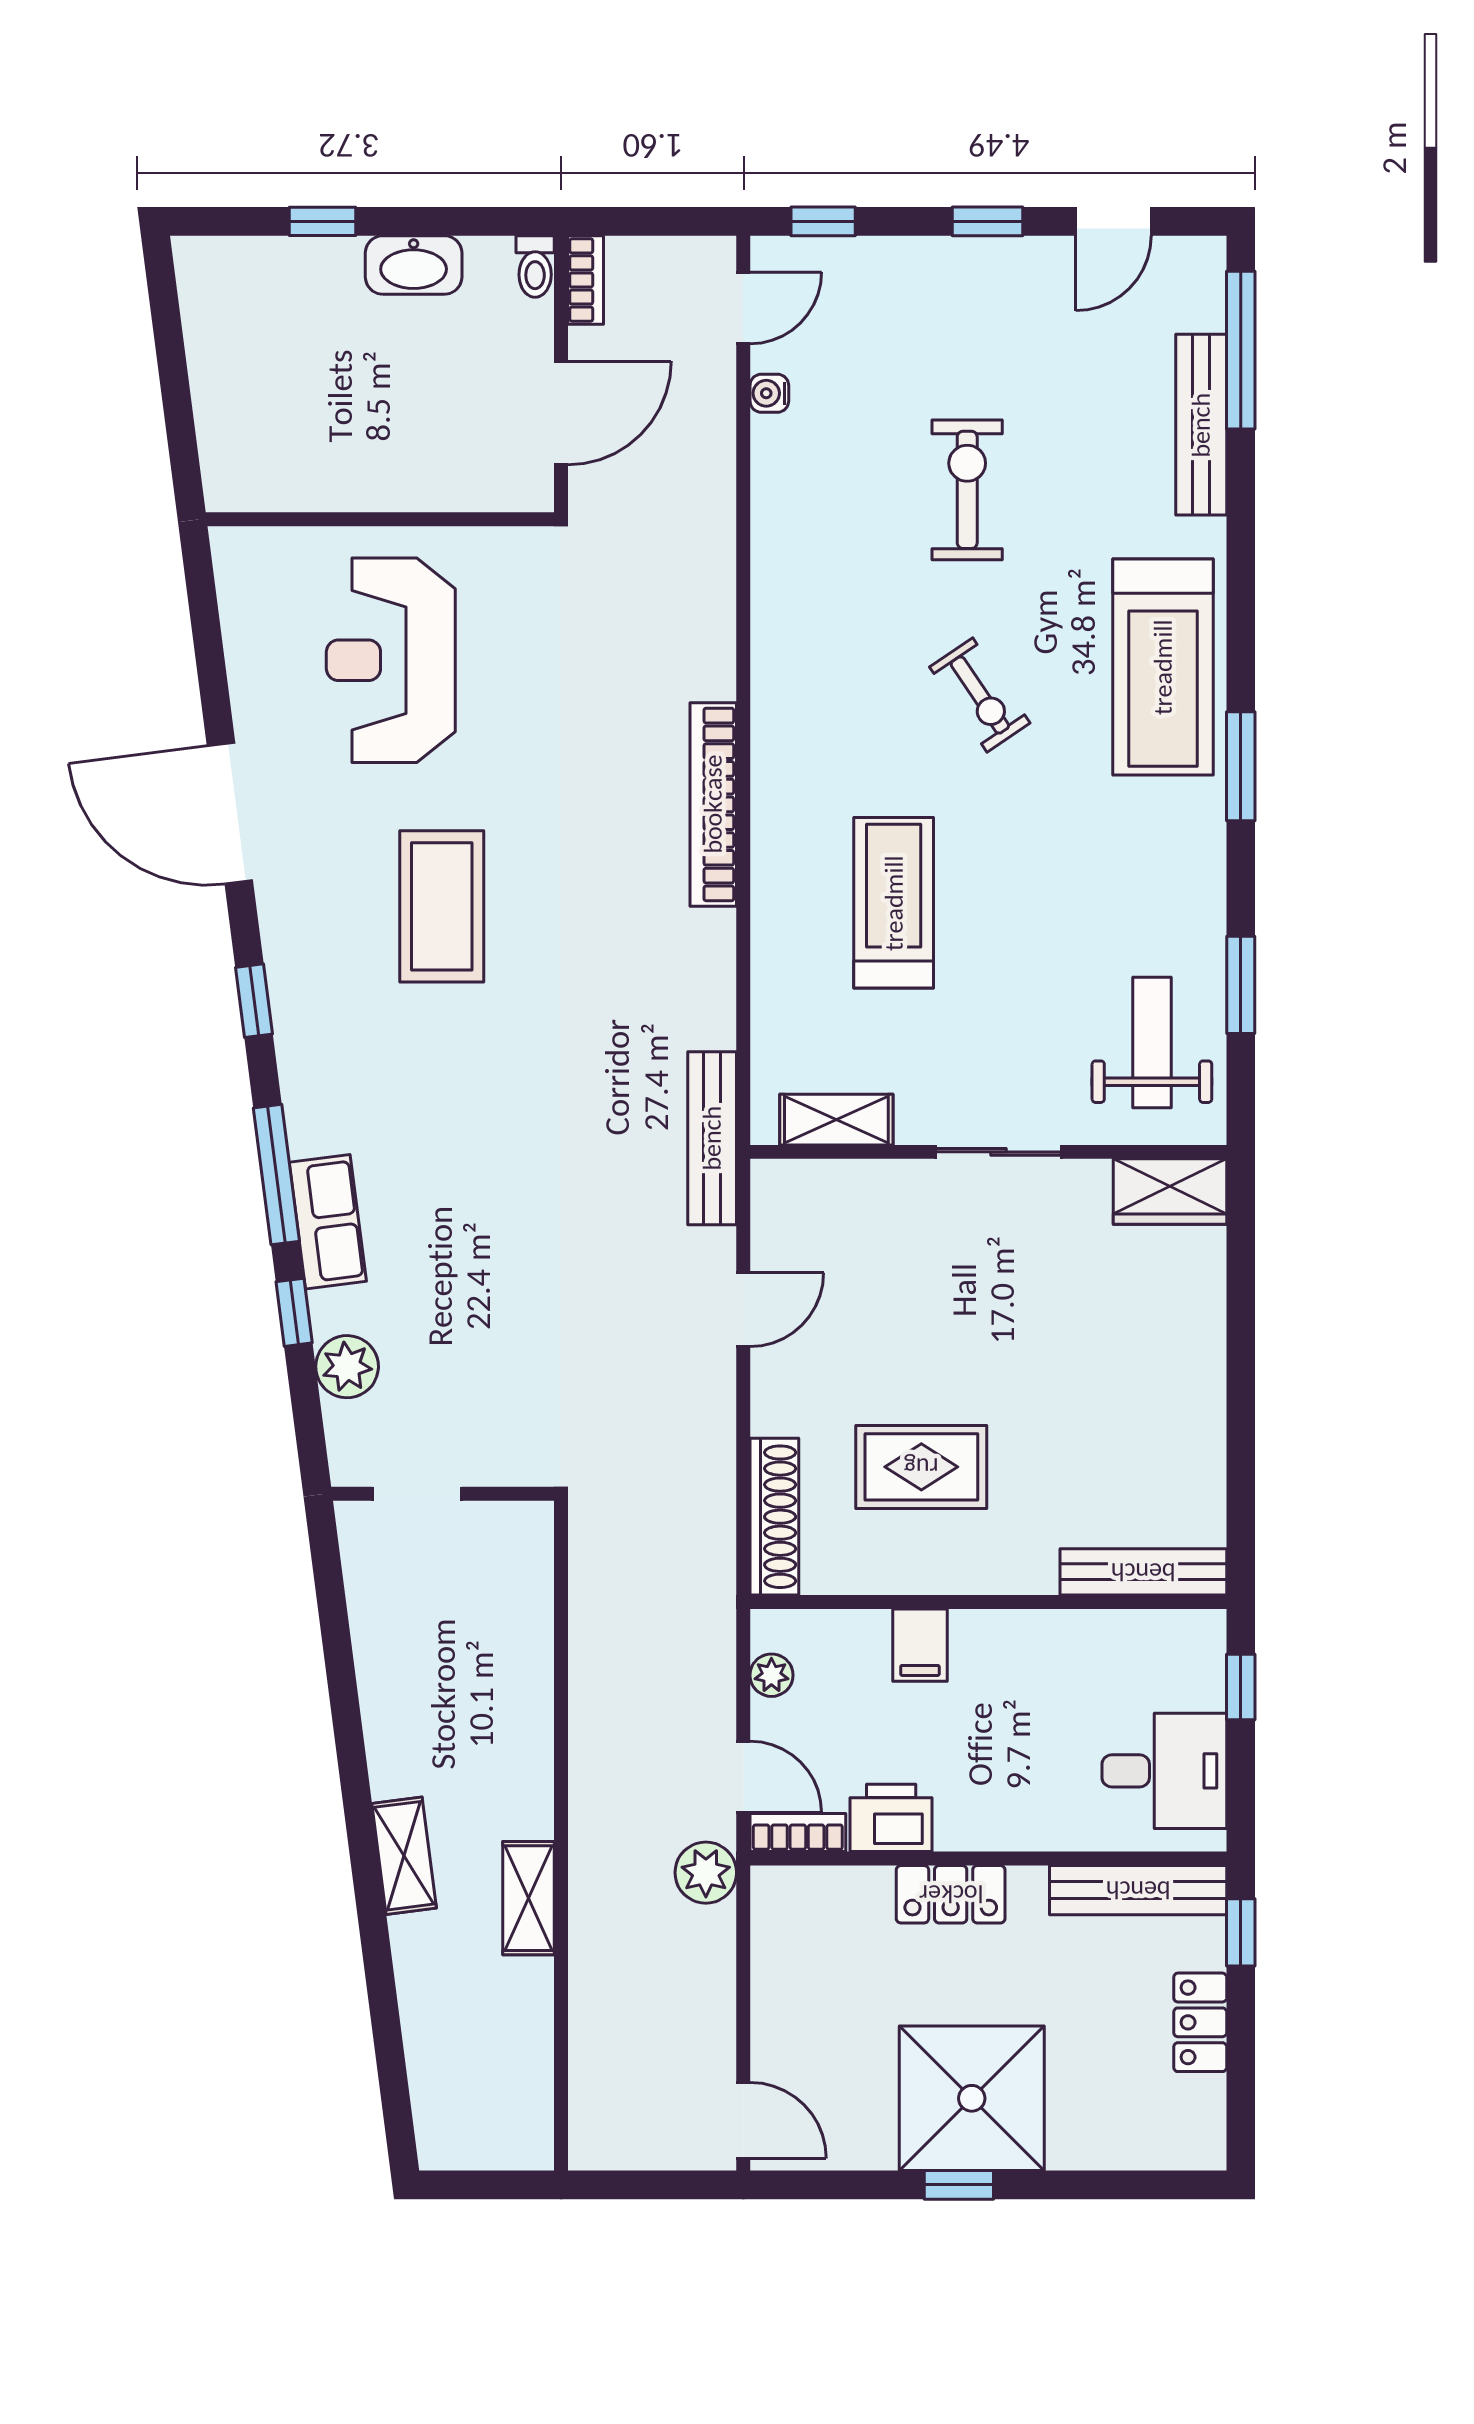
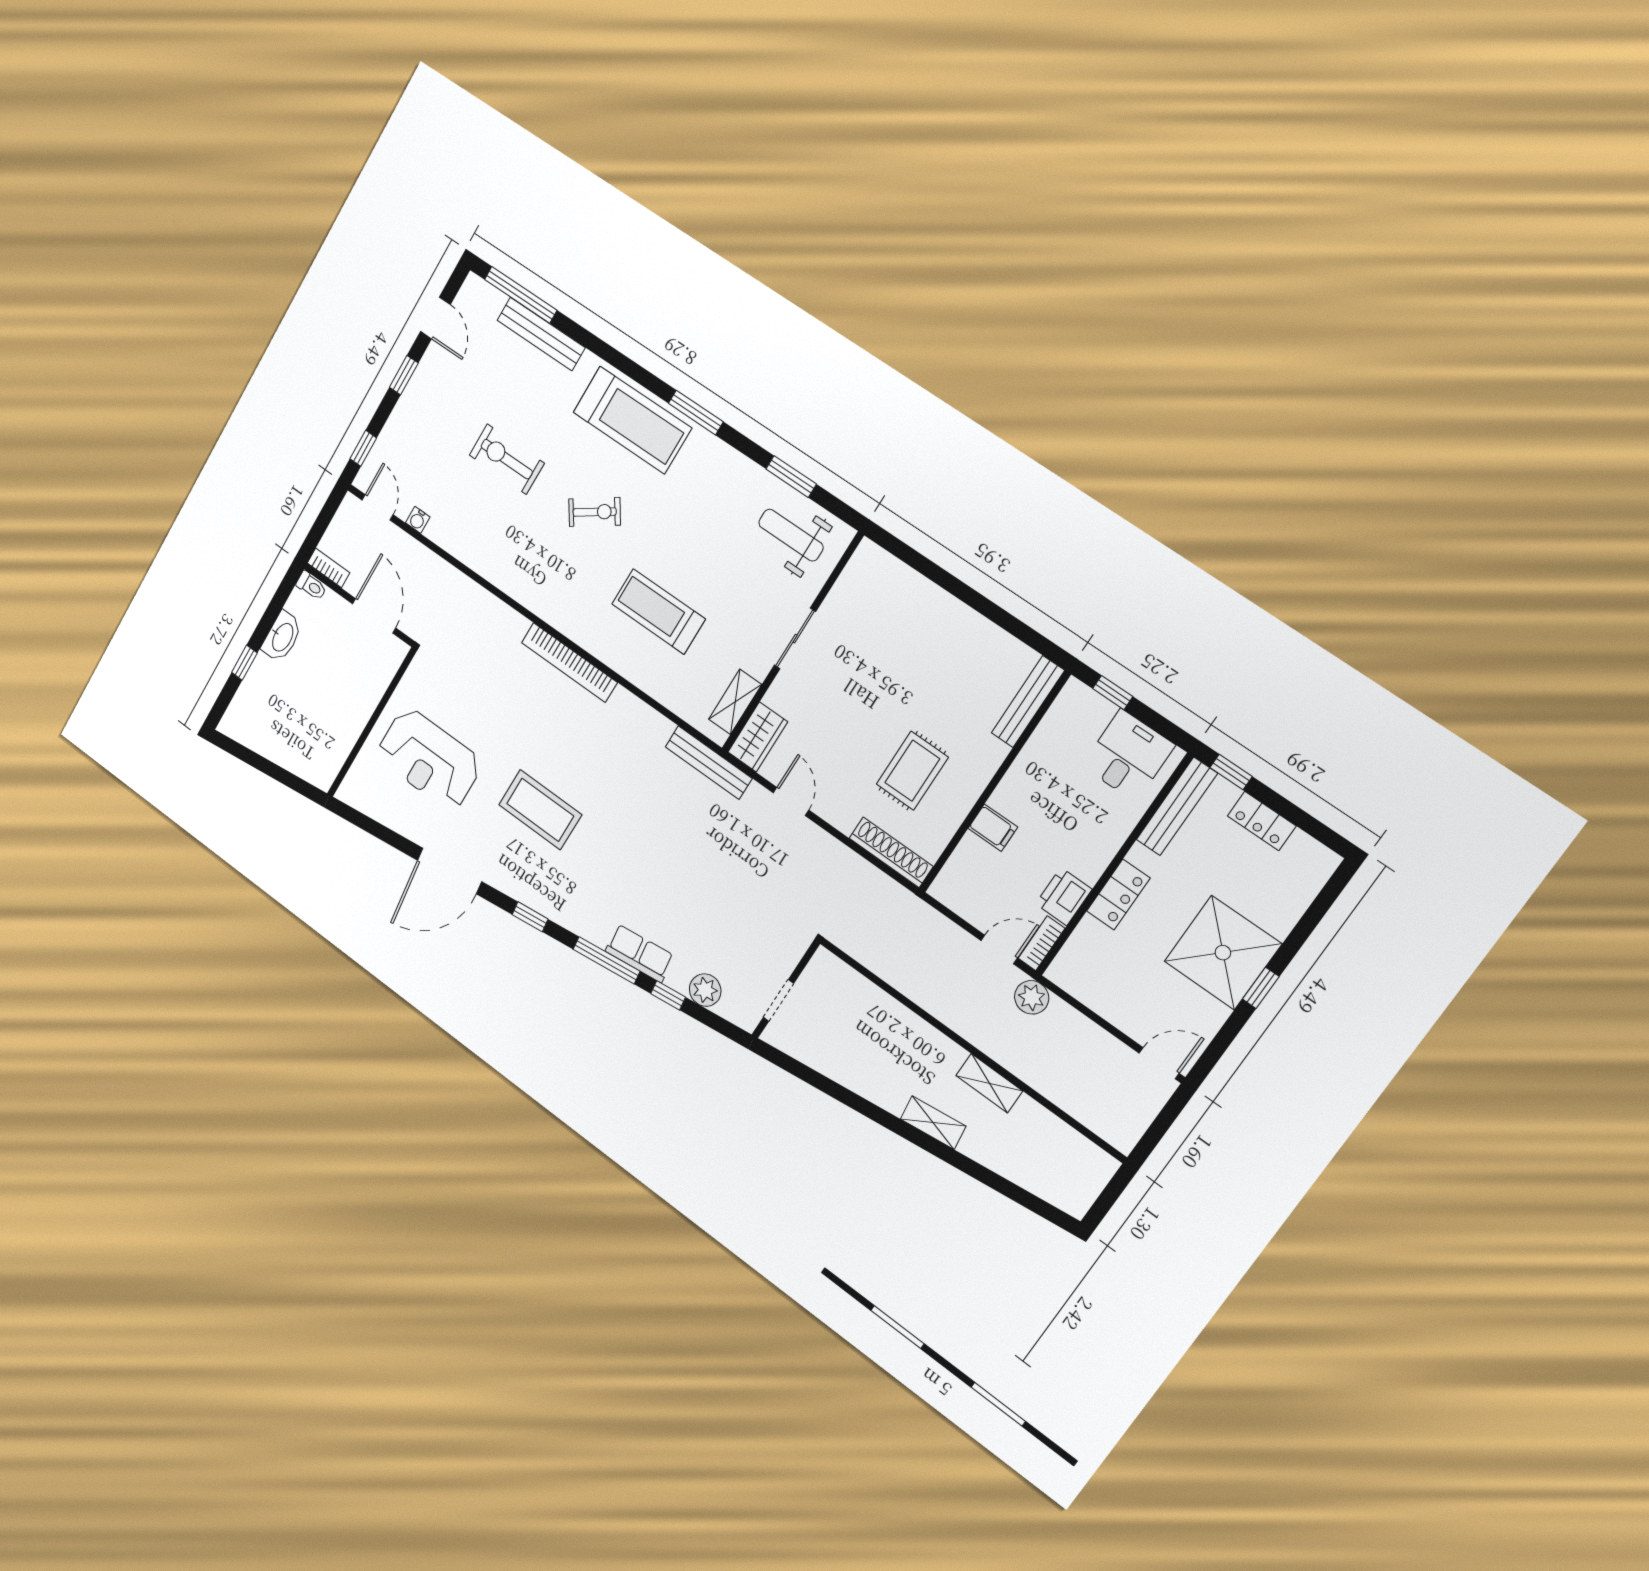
wardrobe: (1170, 1191) -> (758, 737), moved
plant: (771, 1675) -> (961, 904), removed

